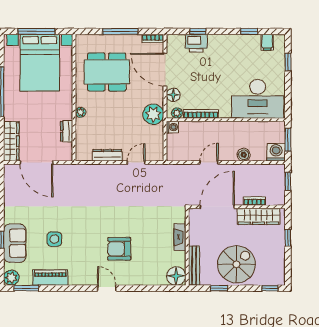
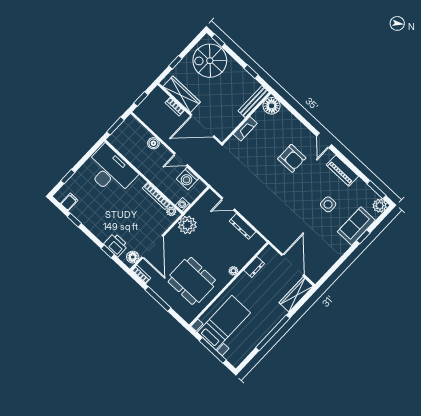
bed with nightstands: (40, 63) -> (224, 323), width x0.73
floor lamp: (173, 95) -> (133, 257), moved
washing machine: (276, 152) -> (188, 179), moved
spiral stairs: (236, 264) -> (210, 61), moved
piano: (50, 278) -> (342, 171), moved

